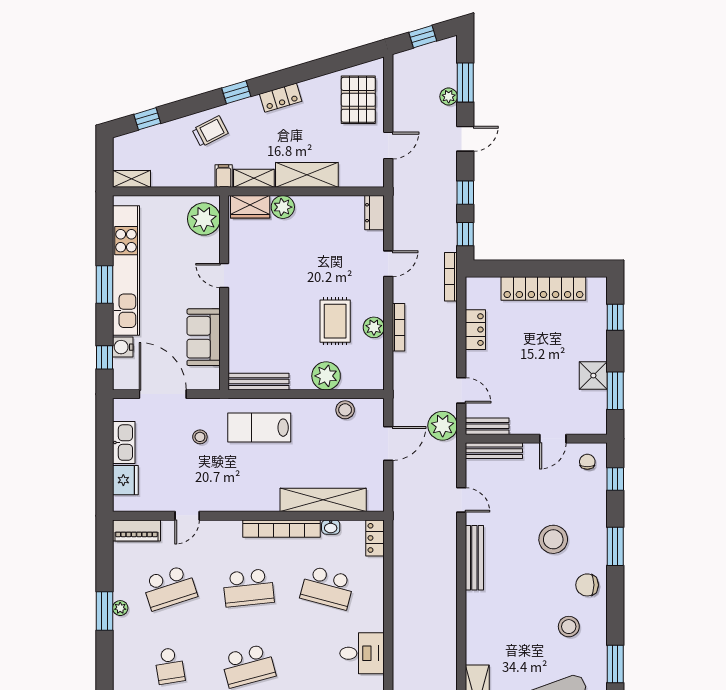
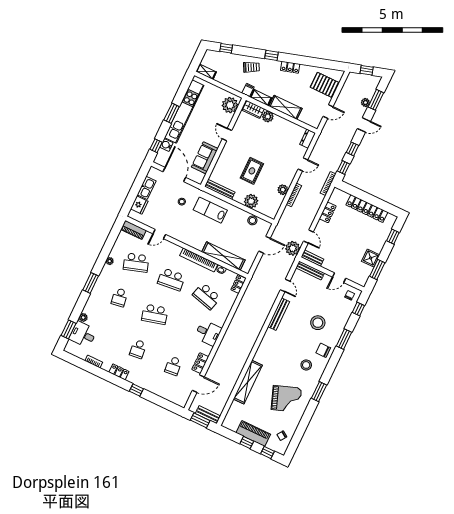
pallet: (358, 100) -> (324, 85), turned 90
rug: (335, 321) -> (252, 171), moved
window: (105, 611) -> (91, 283), moved

